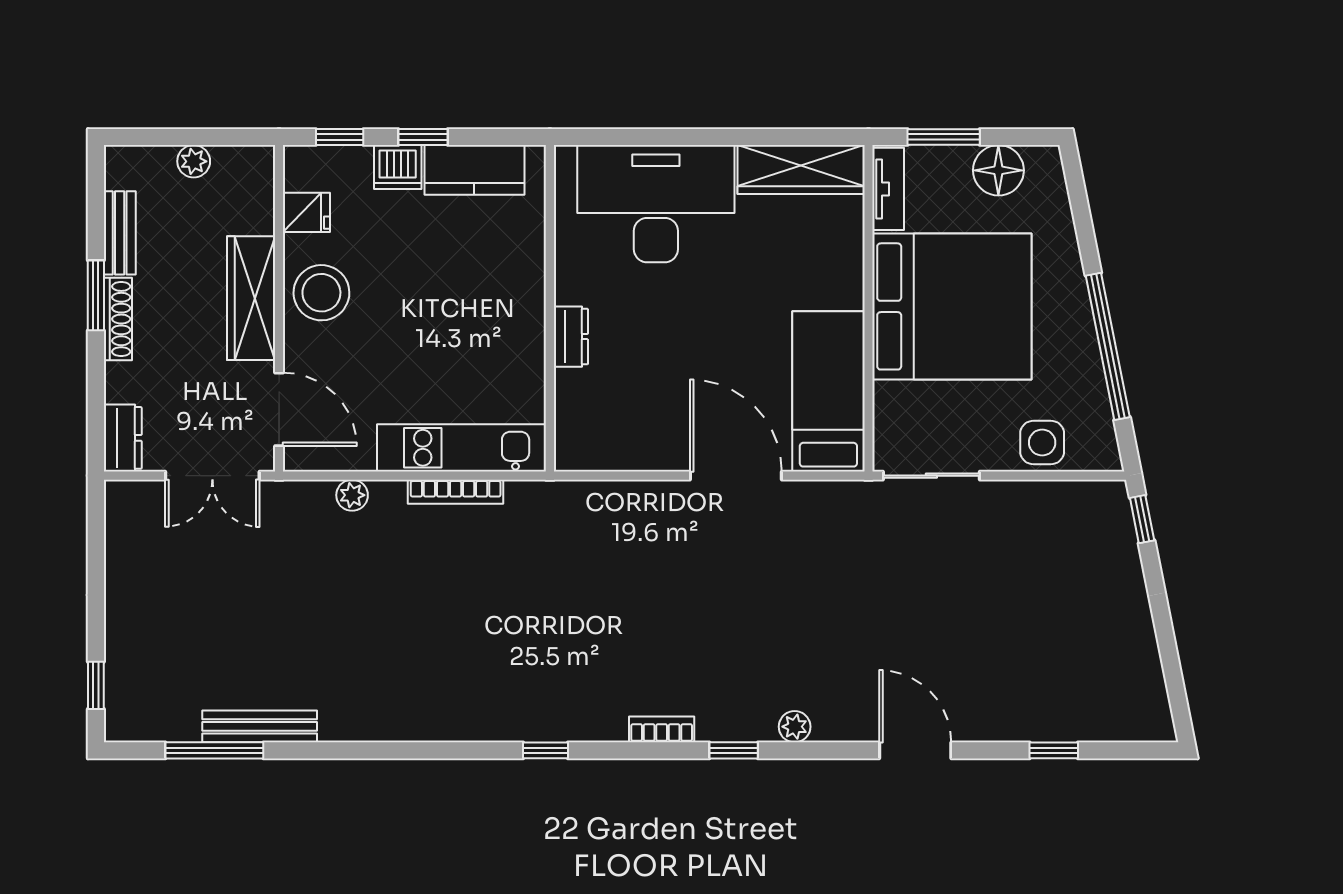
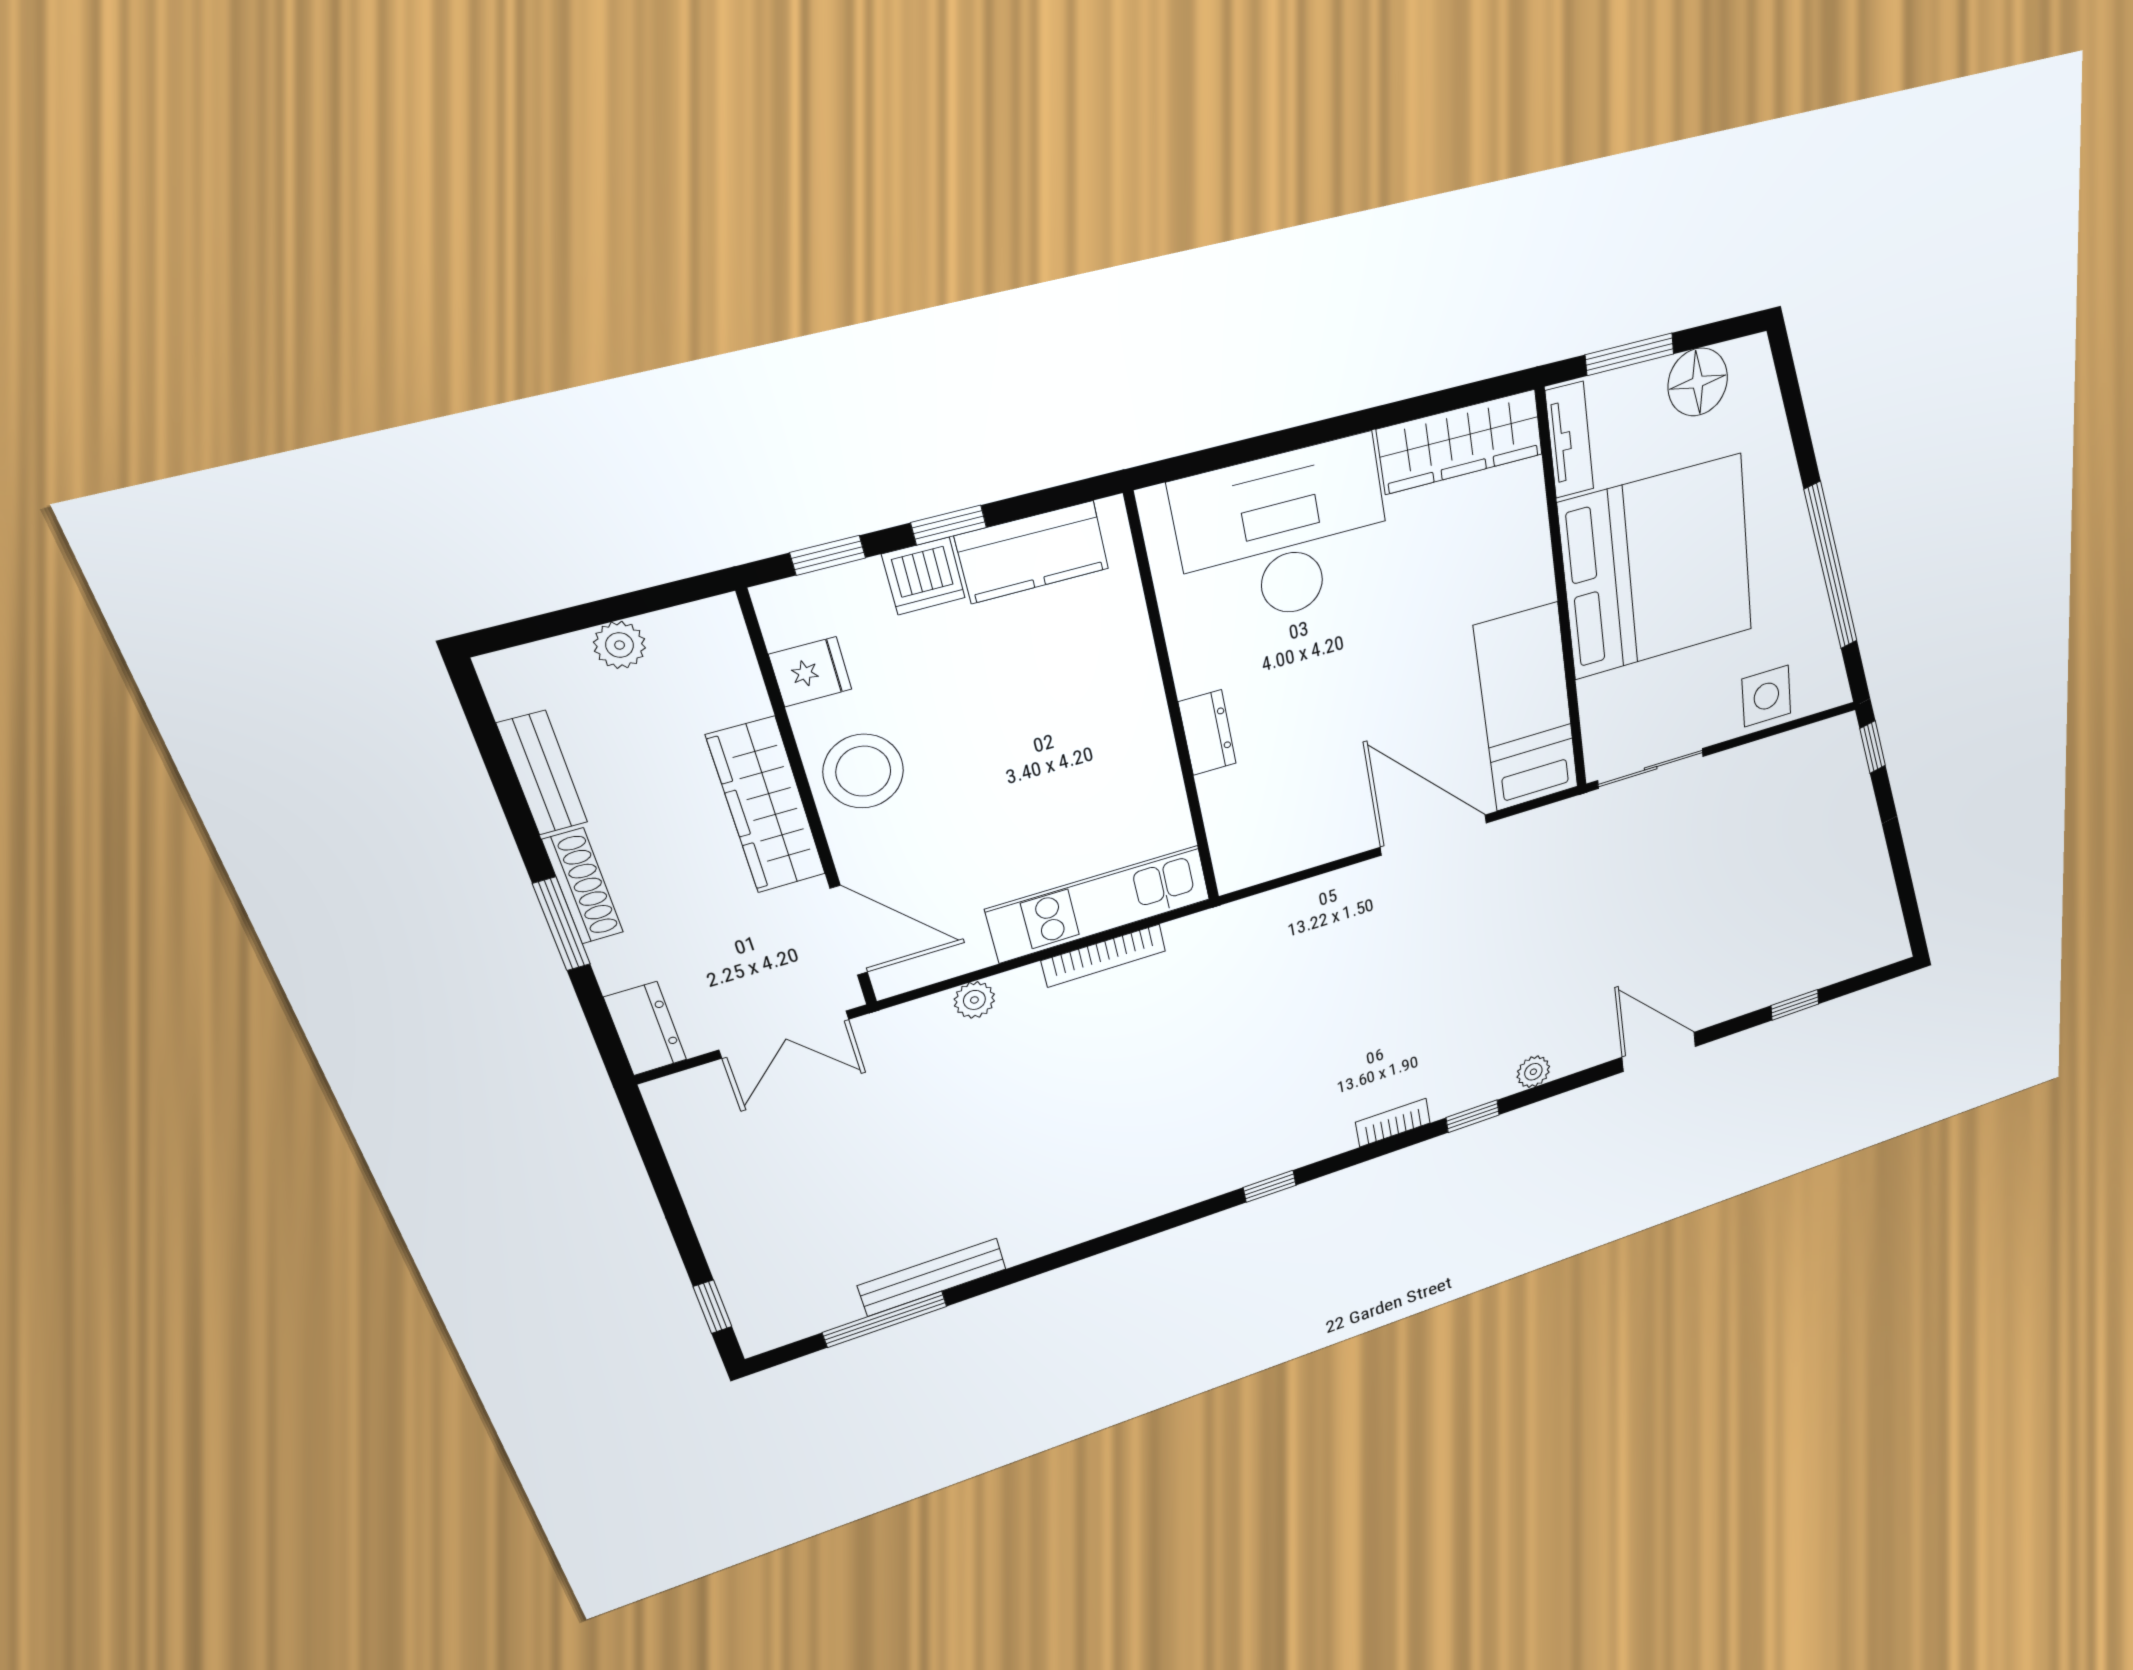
window: (96, 295) -> (562, 924), moved

